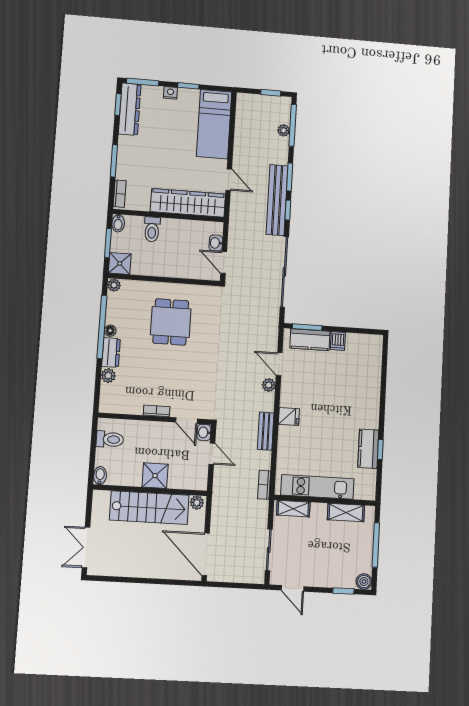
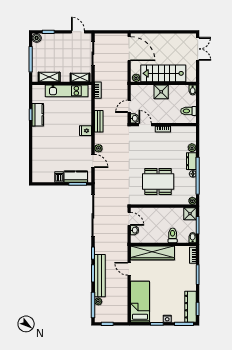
bench: (277, 200) -> (100, 276), moved
dining table: (171, 322) -> (158, 181), width x1.38
door: (212, 454) -> (129, 106), hinge flipped

